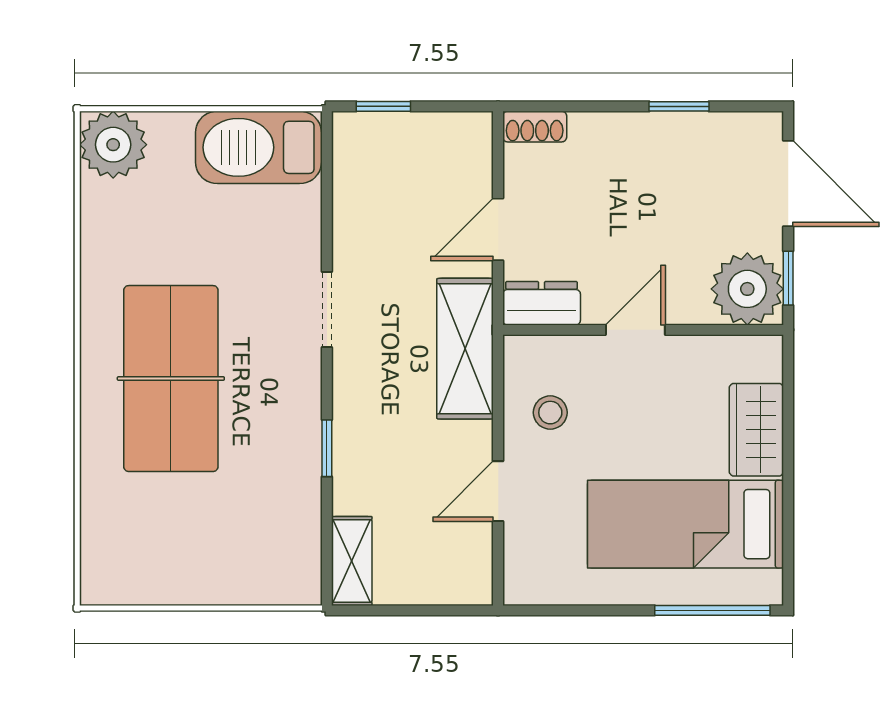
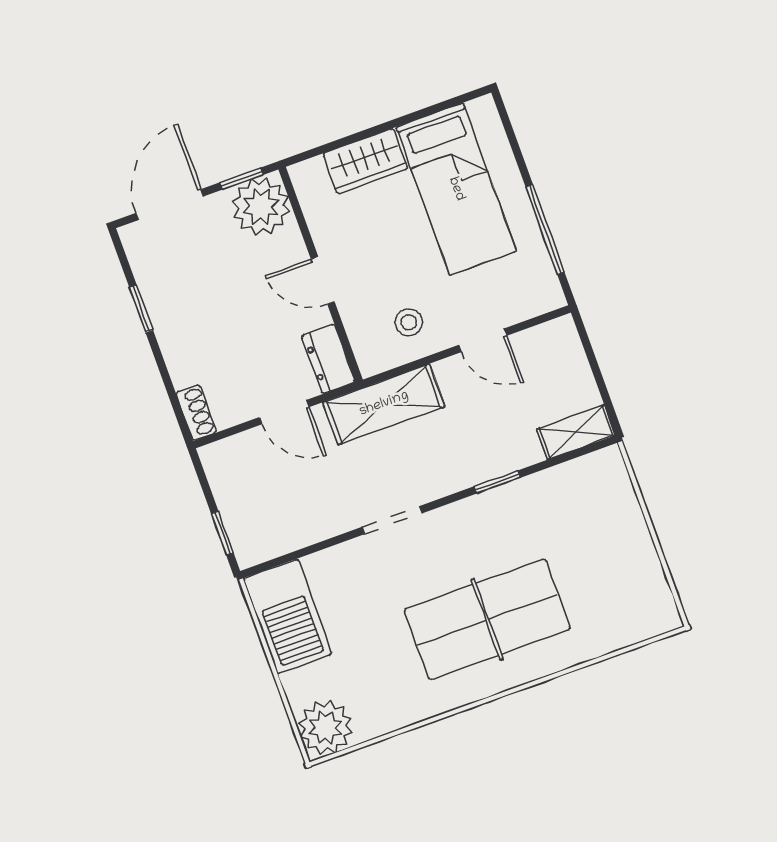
window: (712, 610) -> (545, 229), moved

